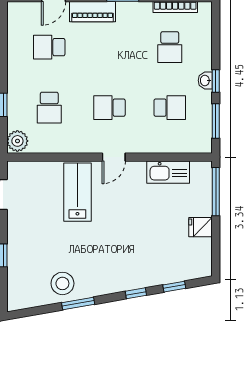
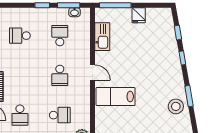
school desk: (170, 47) -> (20, 36), turned 180
washbasin: (205, 80) -> (74, 12), moved

